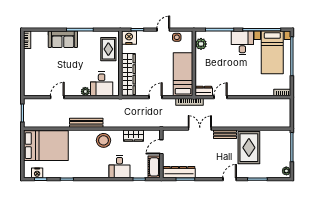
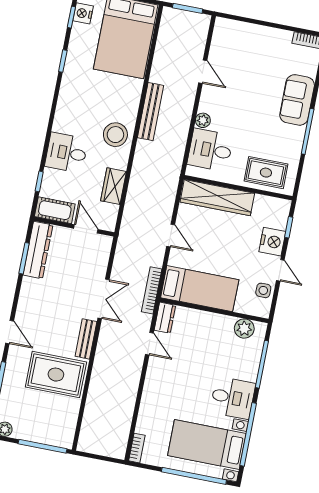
nightstand: (129, 38) -> (272, 242), moved

